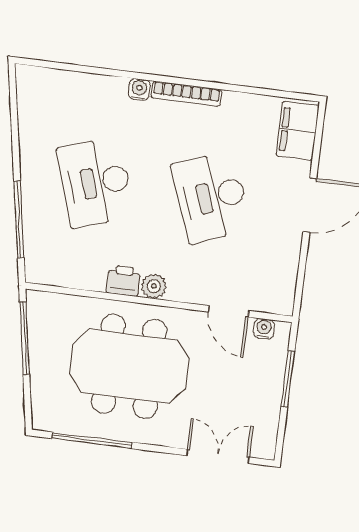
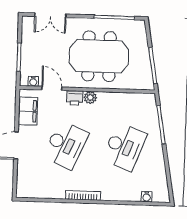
water cooler: (139, 90) -> (147, 197), moved
filing cabinet: (298, 131) -> (28, 111), moved
desk: (95, 182) -> (124, 147), turned 39
desk: (211, 197) -> (66, 145), turned 45
printer: (124, 281) -> (75, 98), moved

